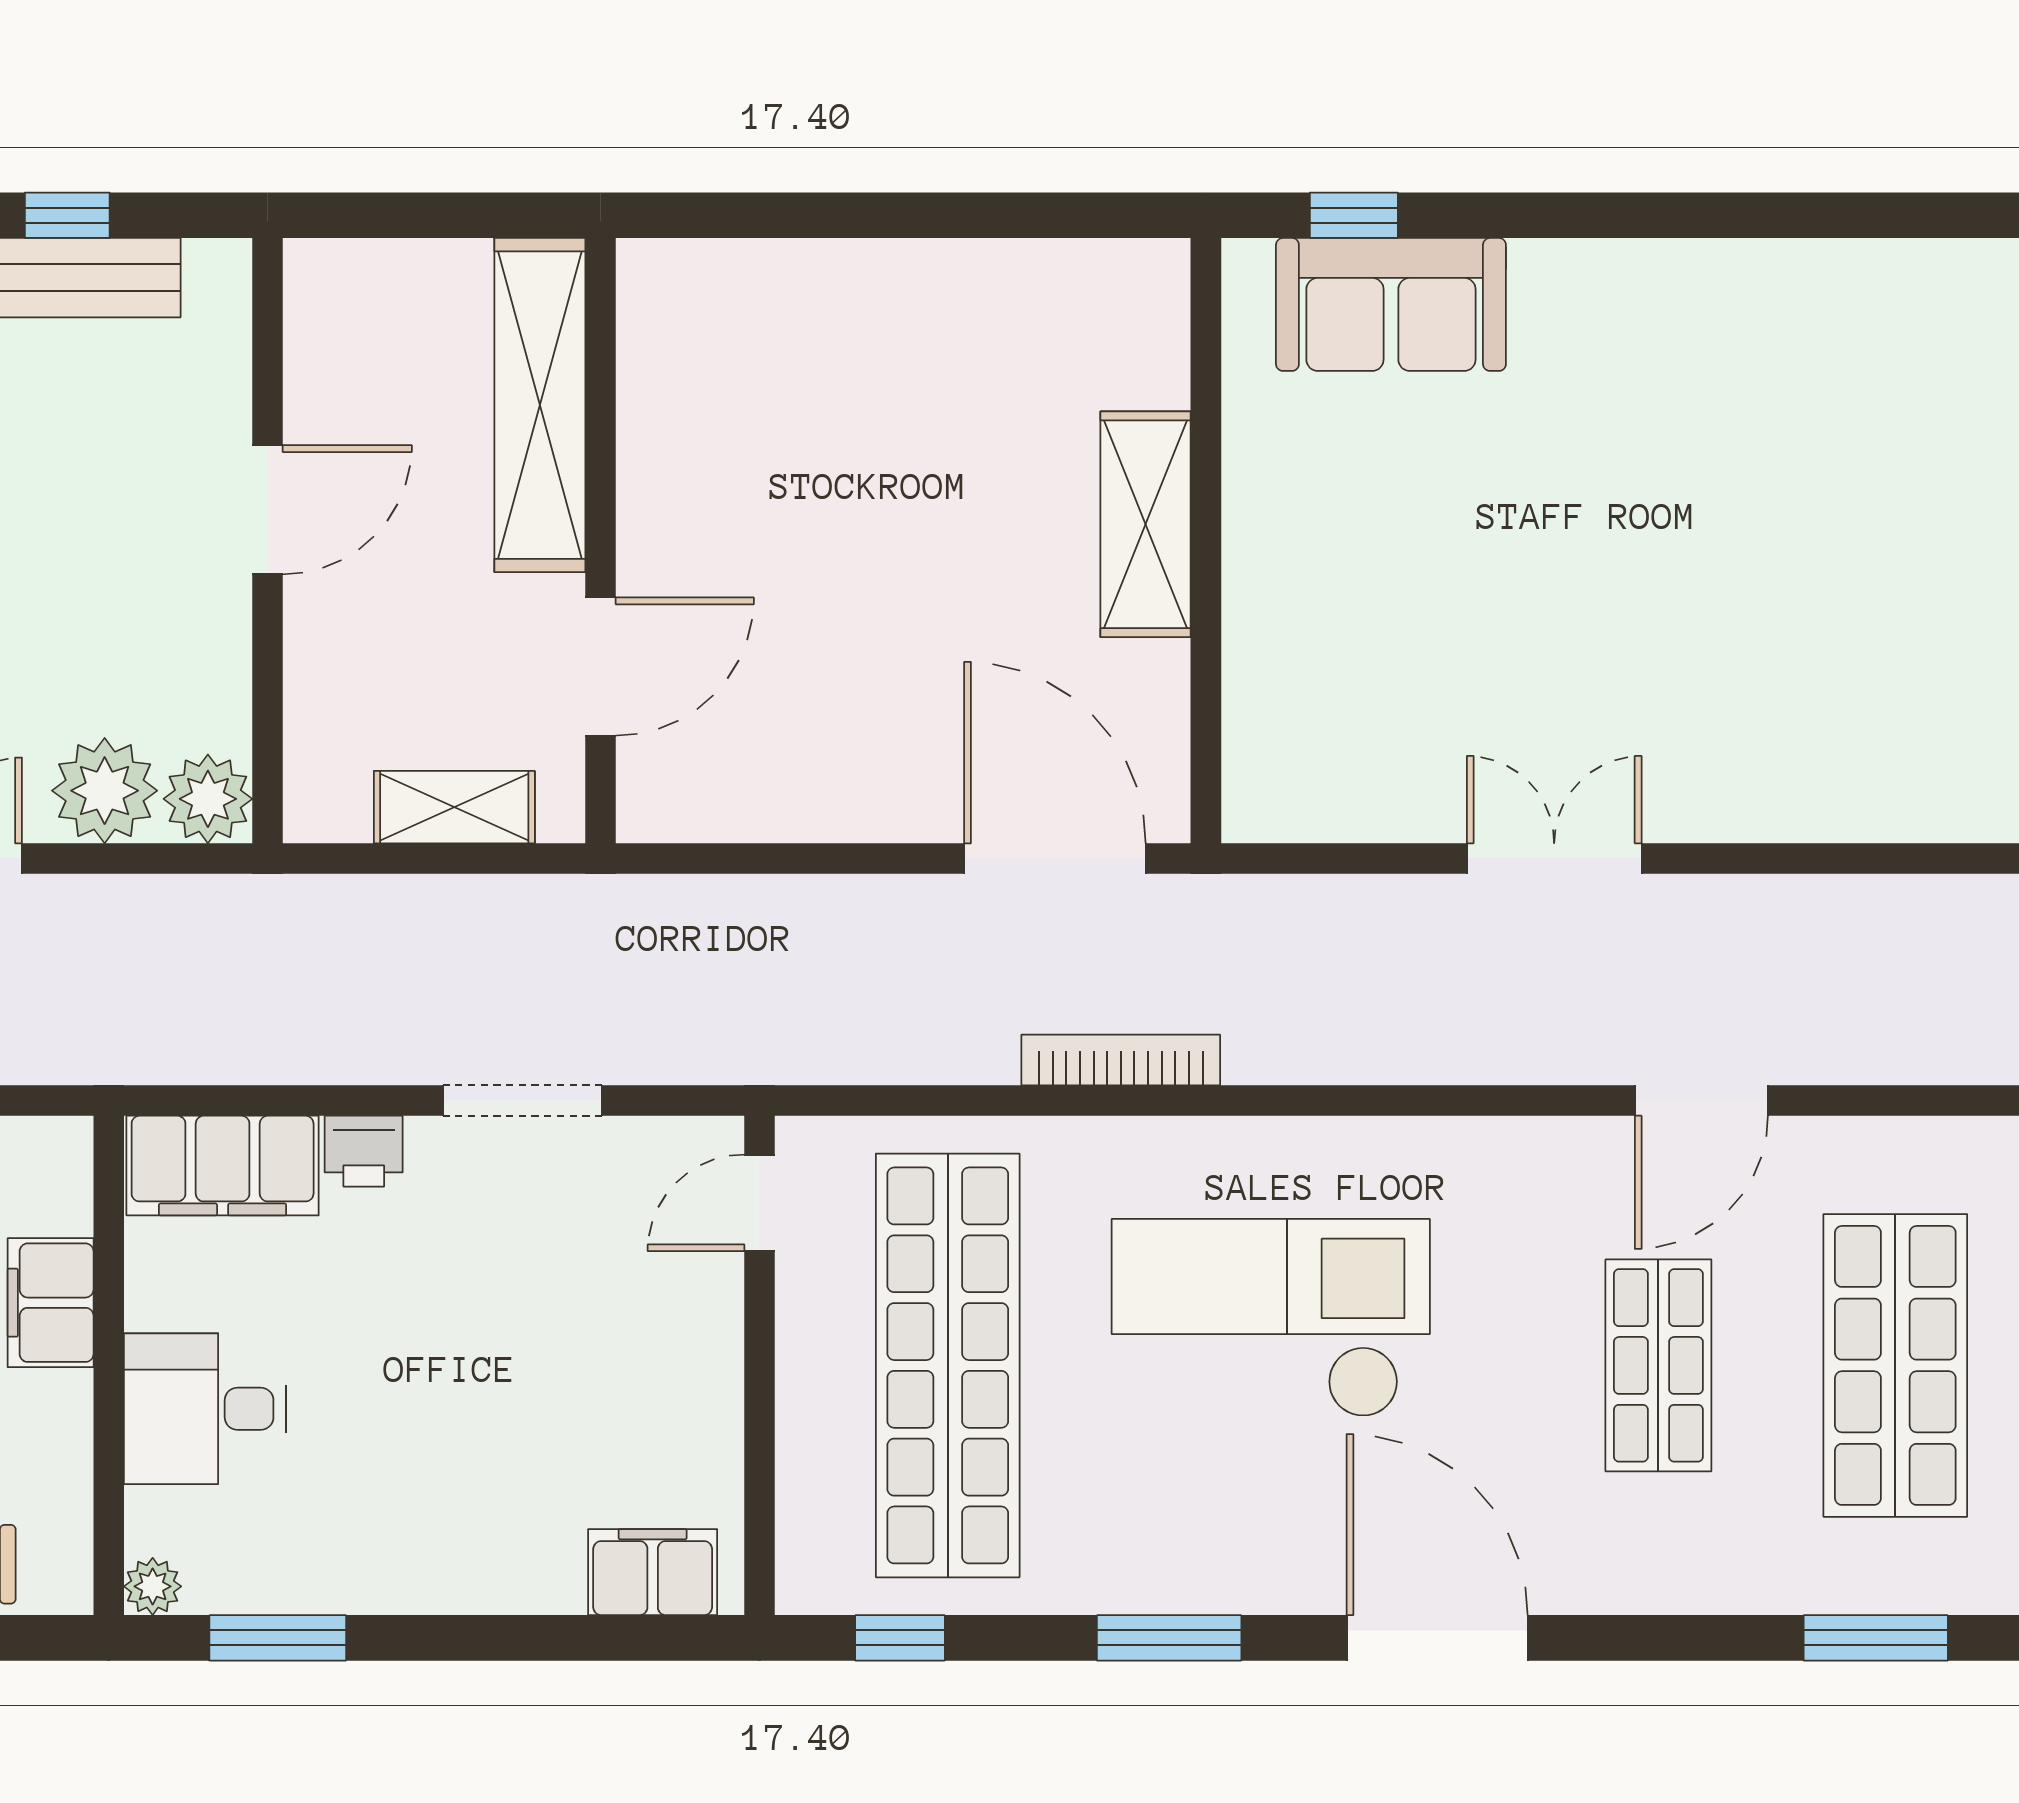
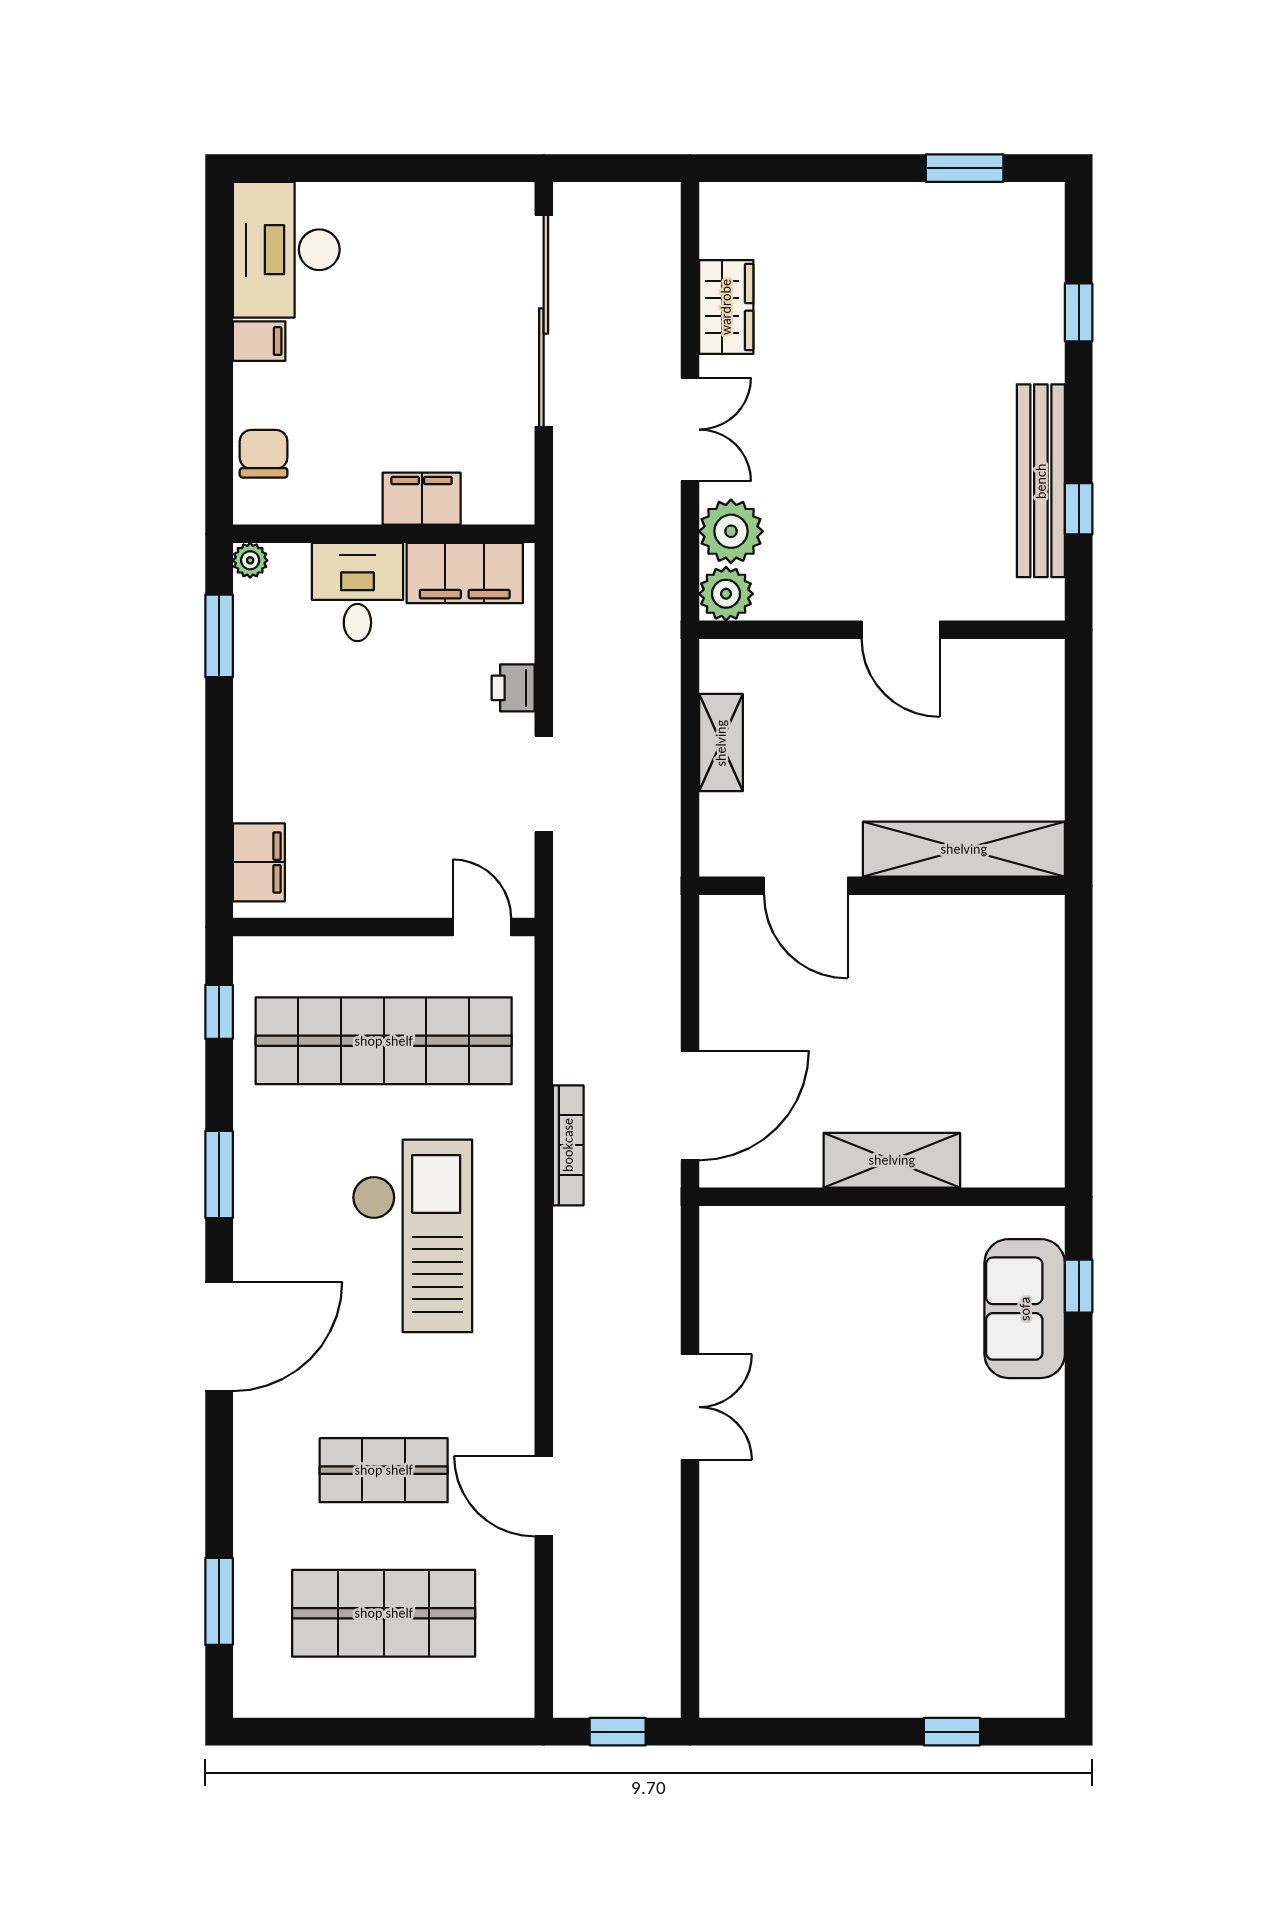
shelving: (540, 405) -> (964, 849), moved
wall: (601, 541) -> (882, 886), moved
door: (601, 667) -> (806, 886), moved
filing cabinet: (223, 1166) -> (465, 573), moved, turned -90

